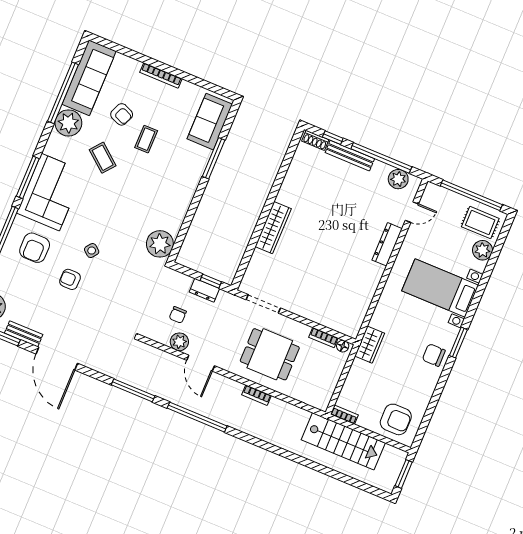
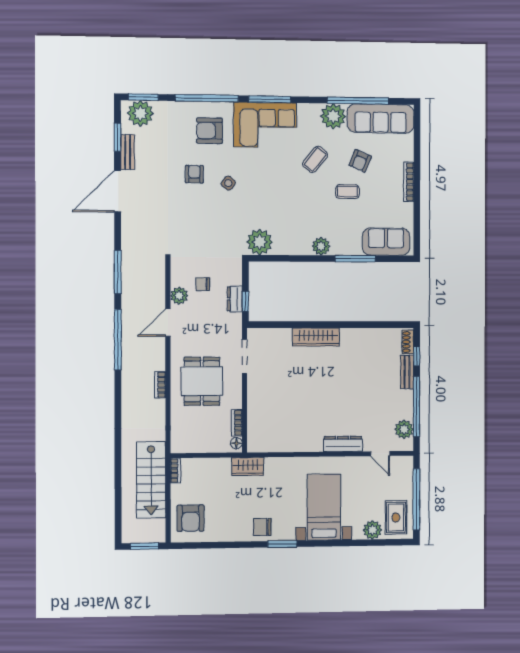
bench: (350, 156) -> (407, 372), width x0.73
plant: (188, 187) -> (321, 246), added
chair: (434, 355) -> (262, 527), turned -90

